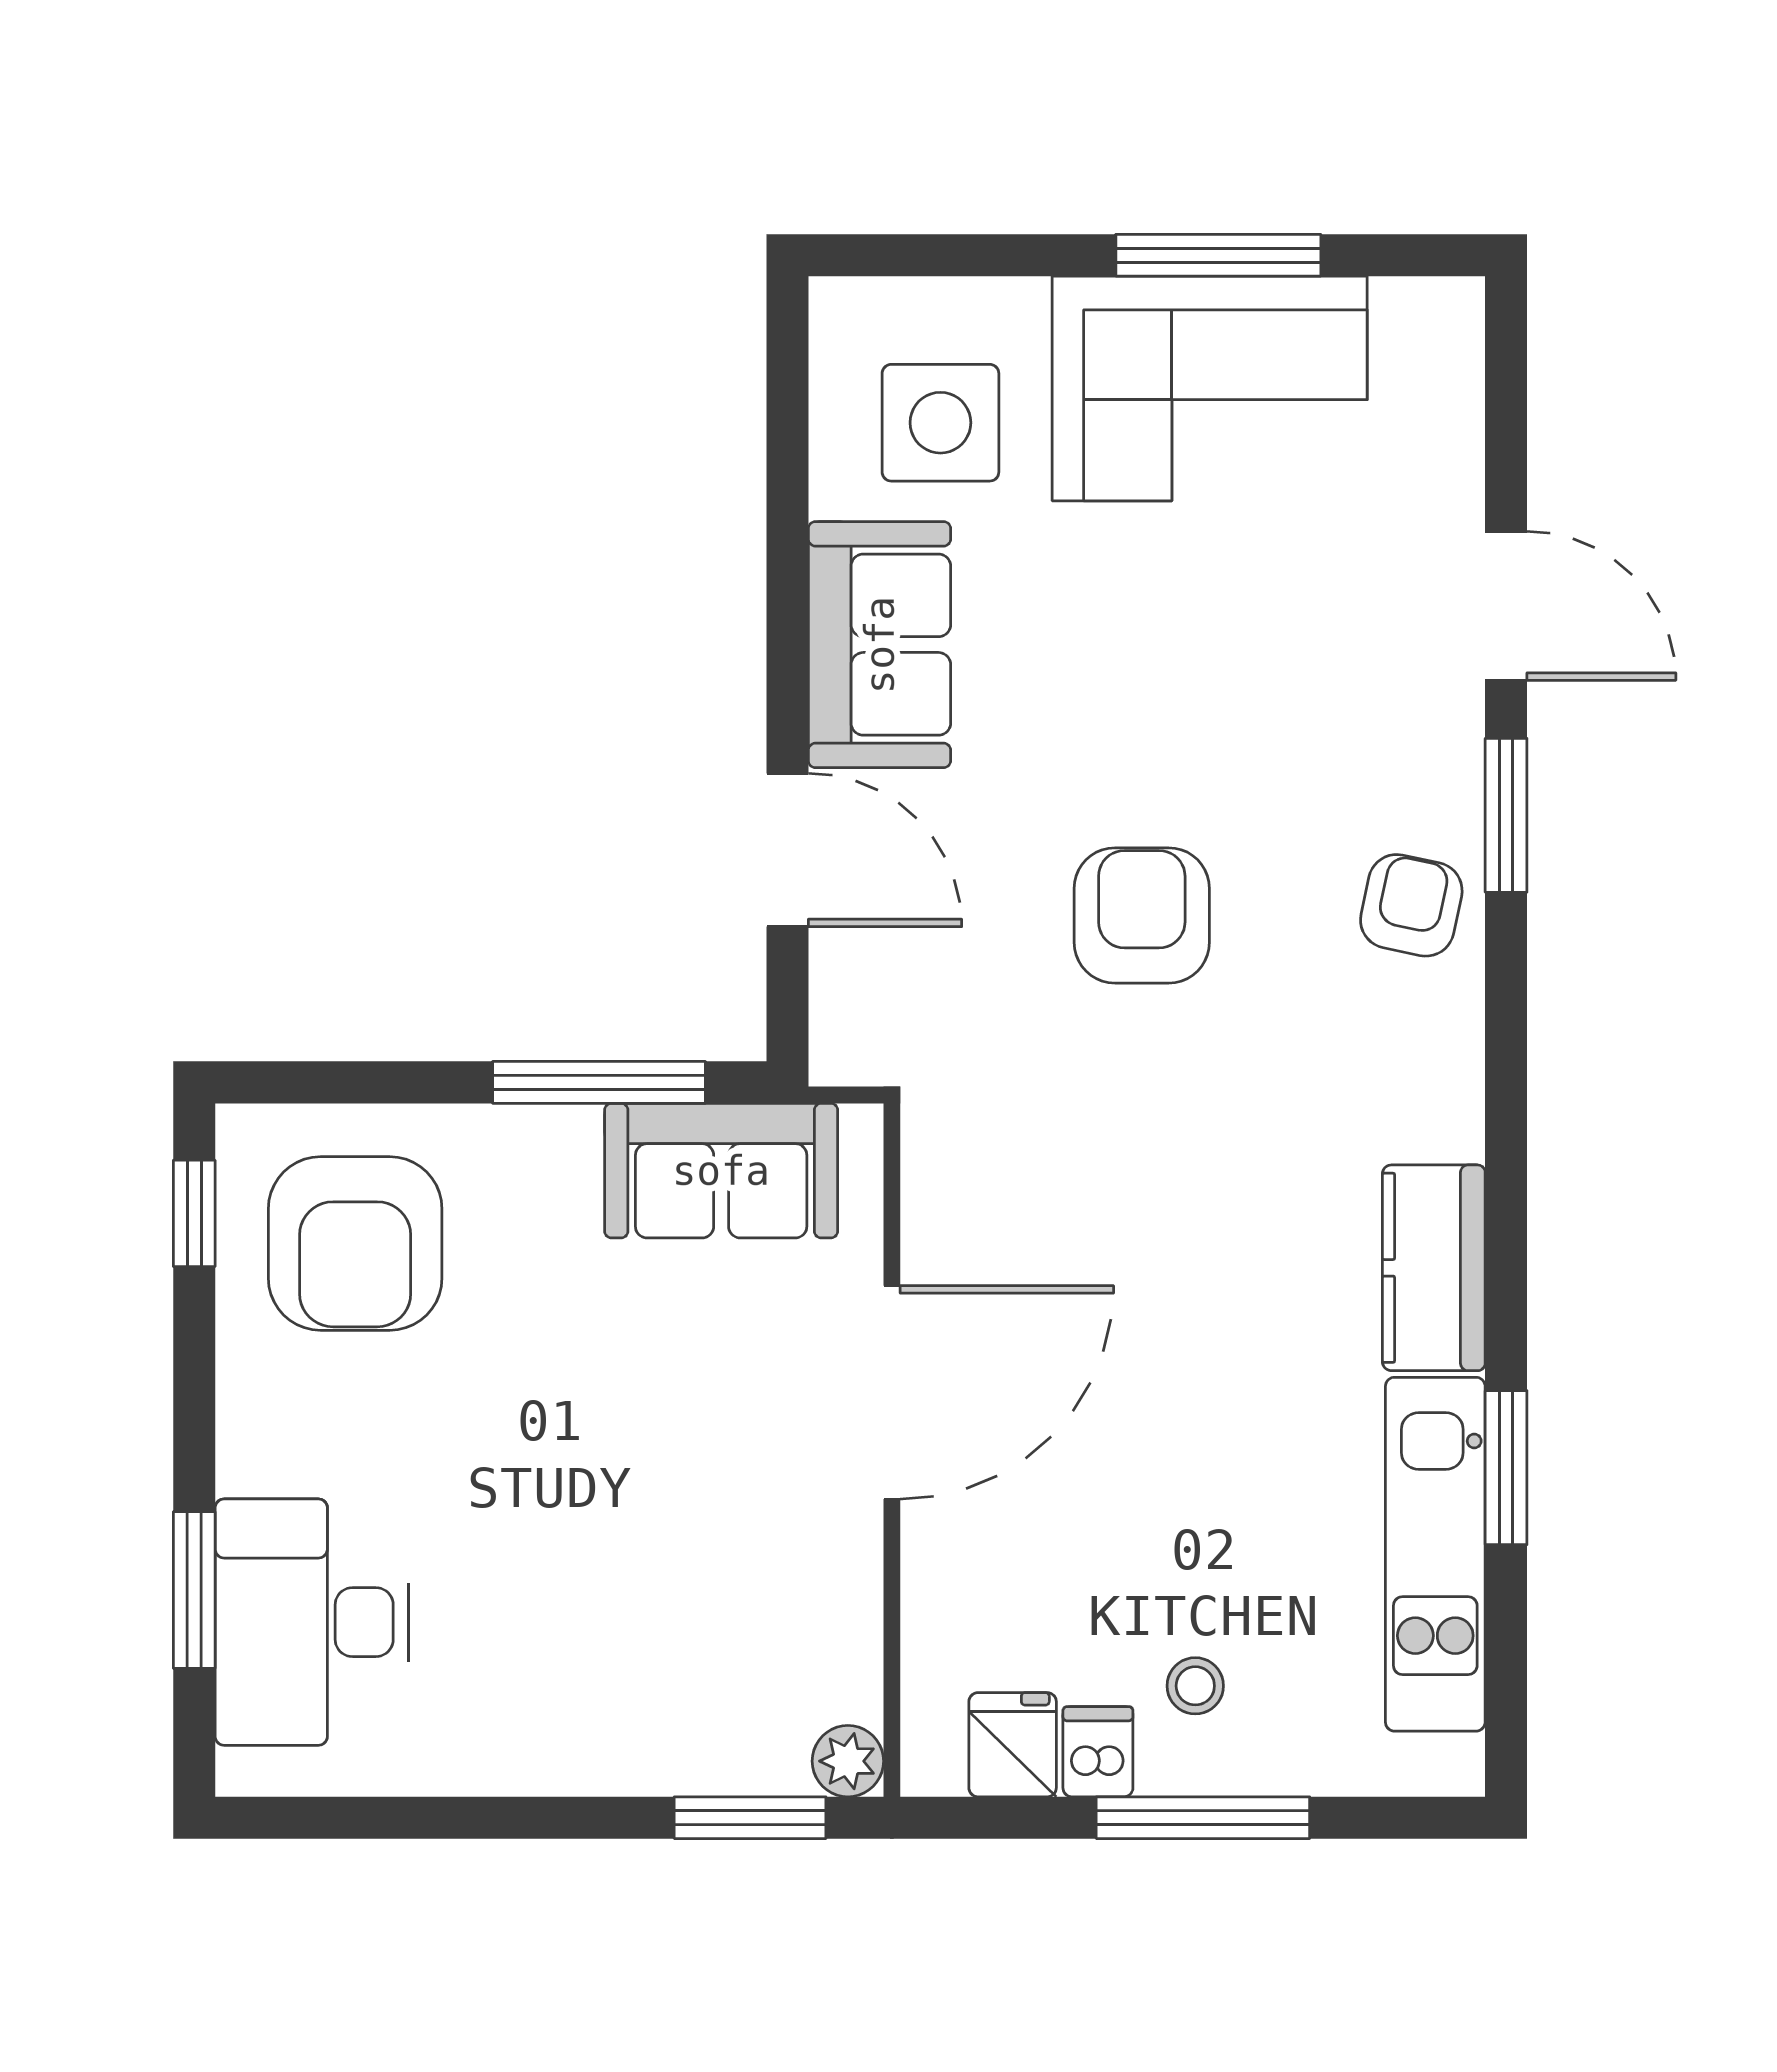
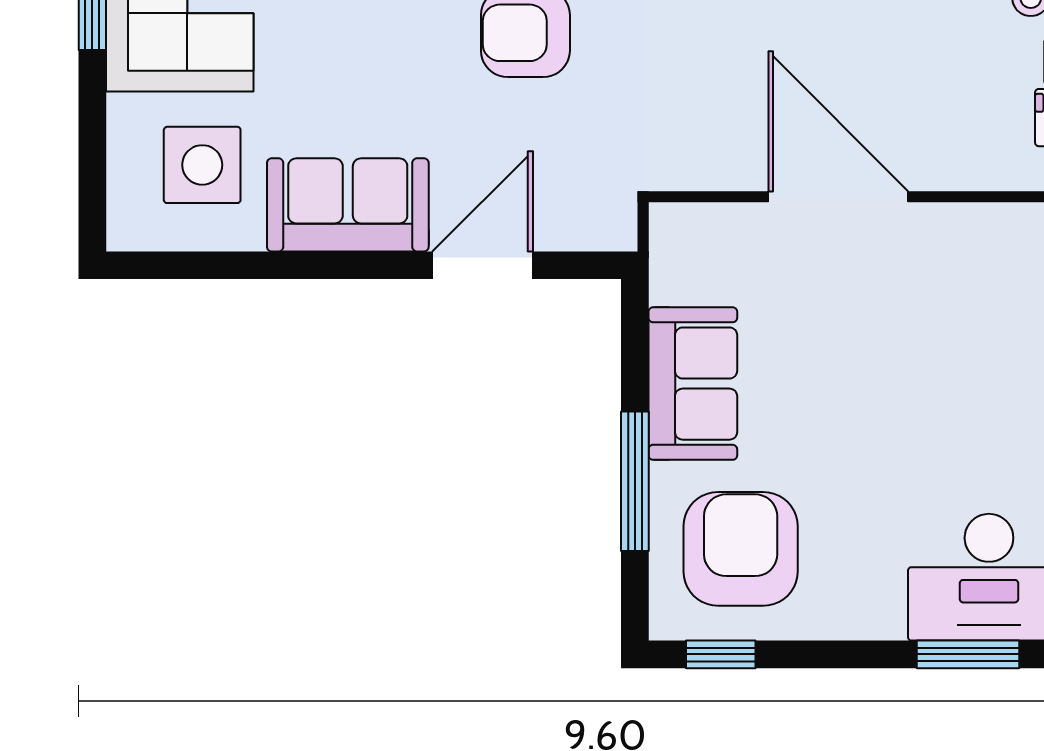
window: (599, 1082) -> (635, 481), moved
sofa: (721, 1171) -> (693, 384), moved
armchair: (355, 1243) -> (741, 549), turned -90

